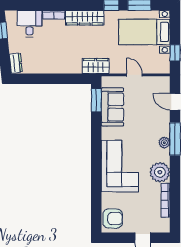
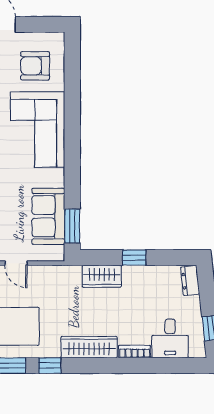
wardrobe: (96, 66) -> (102, 276), moved
window: (54, 79) -> (134, 257), added
armchair: (113, 219) -> (35, 66), moved

